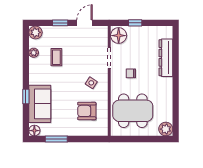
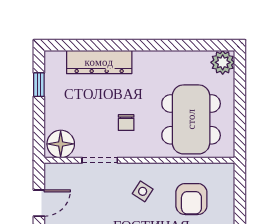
door: (84, 23) -> (39, 203), swing flipped
window: (135, 23) -> (39, 85), moved

